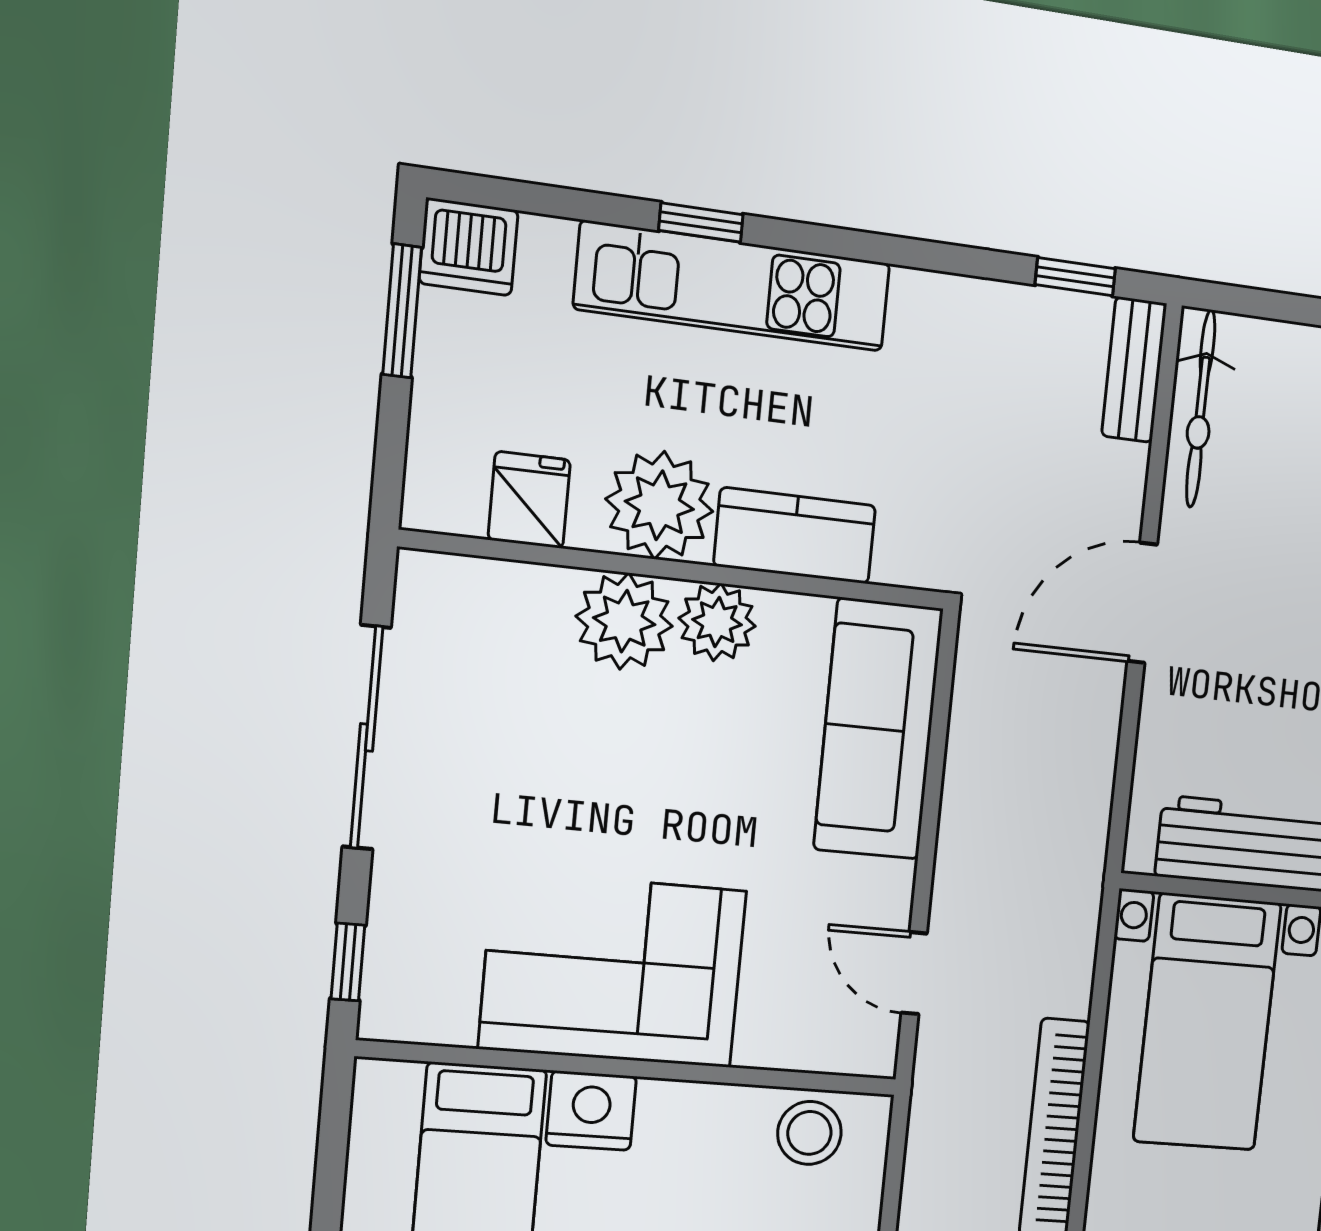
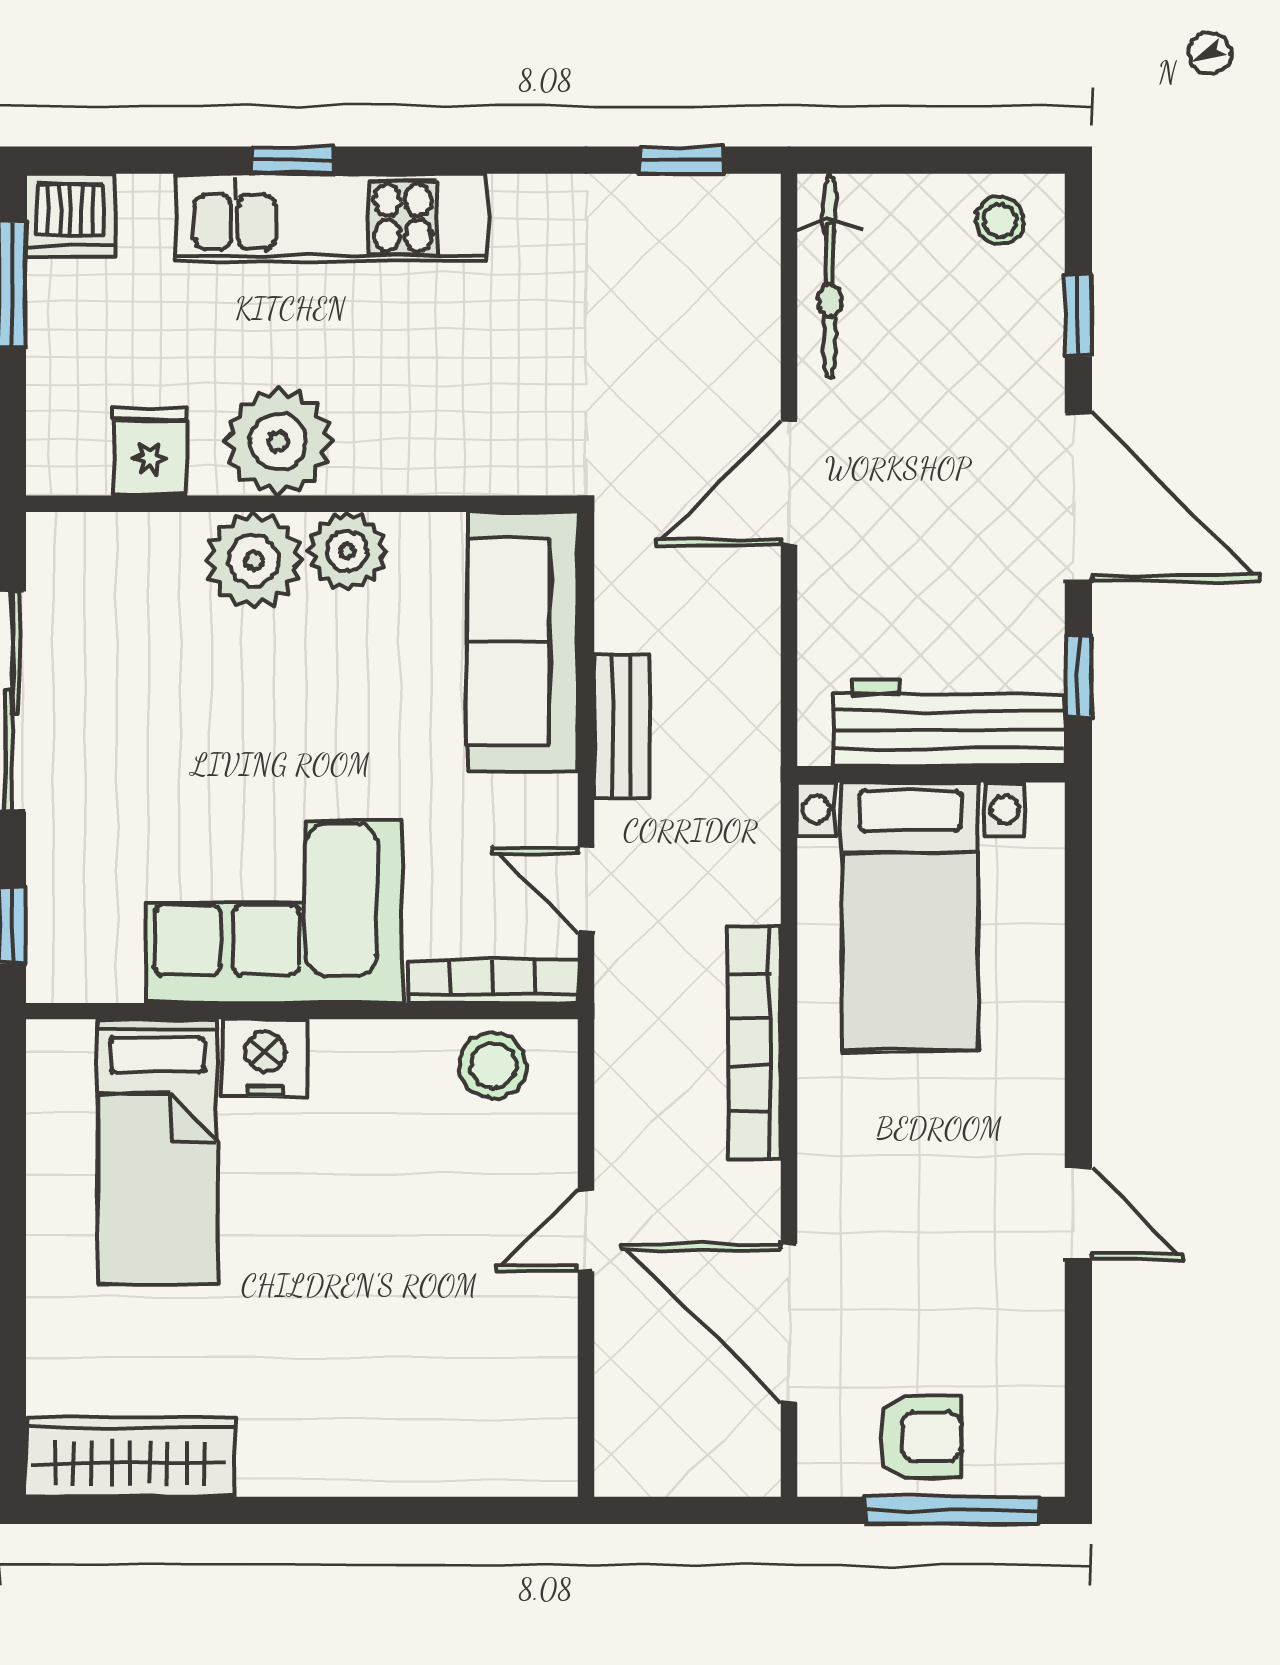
bench: (1134, 370) -> (621, 726), moved
kitchen counter: (795, 536) -> (417, 456), removed
bookcase: (818, 1053) -> (493, 981), added

